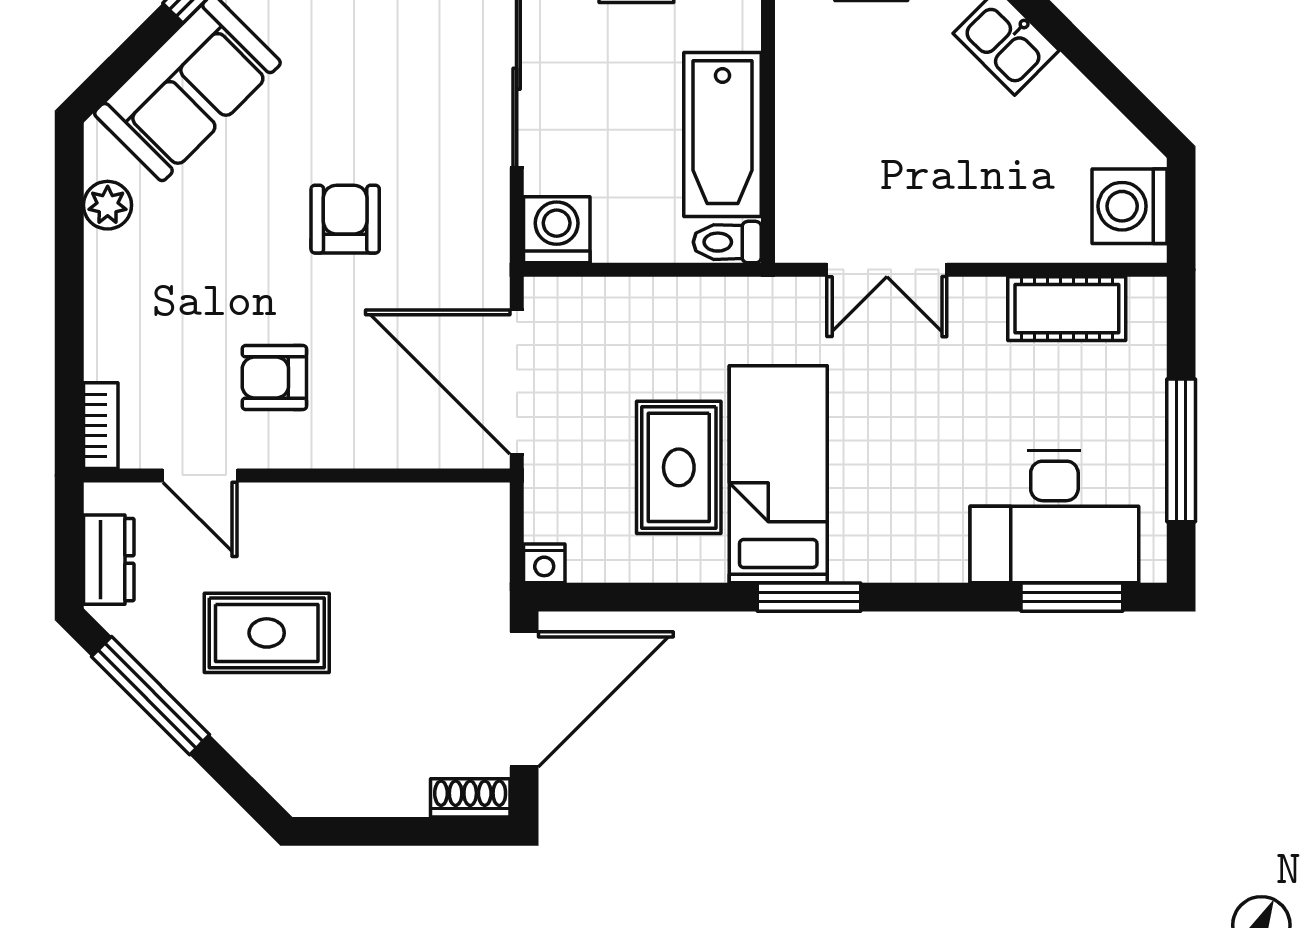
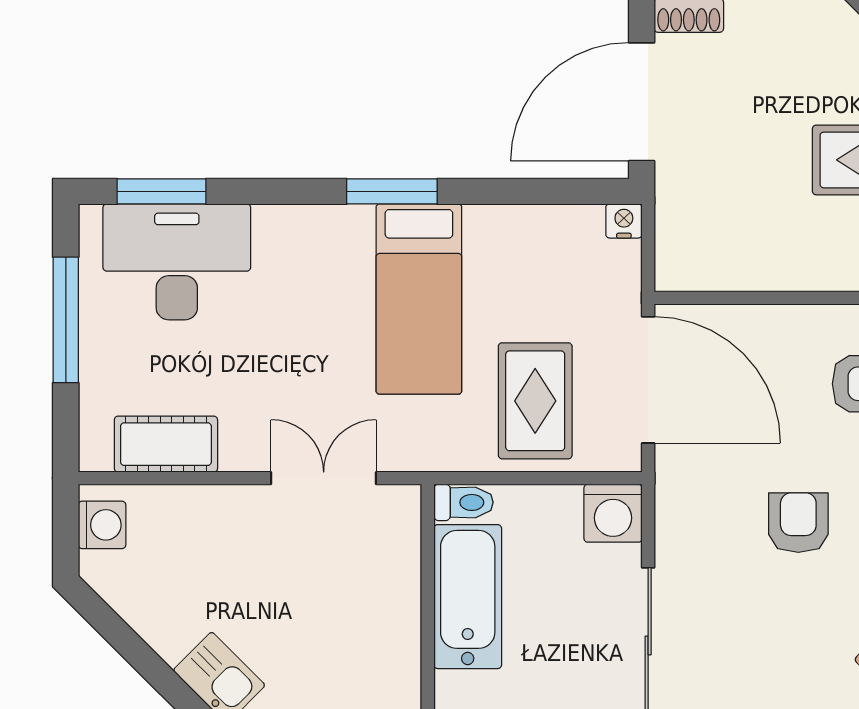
washing machine: (1130, 206) -> (102, 525), width x0.73, depth x0.73
armchair: (345, 219) -> (798, 523), turned 180
rug: (679, 467) -> (535, 401), moved

